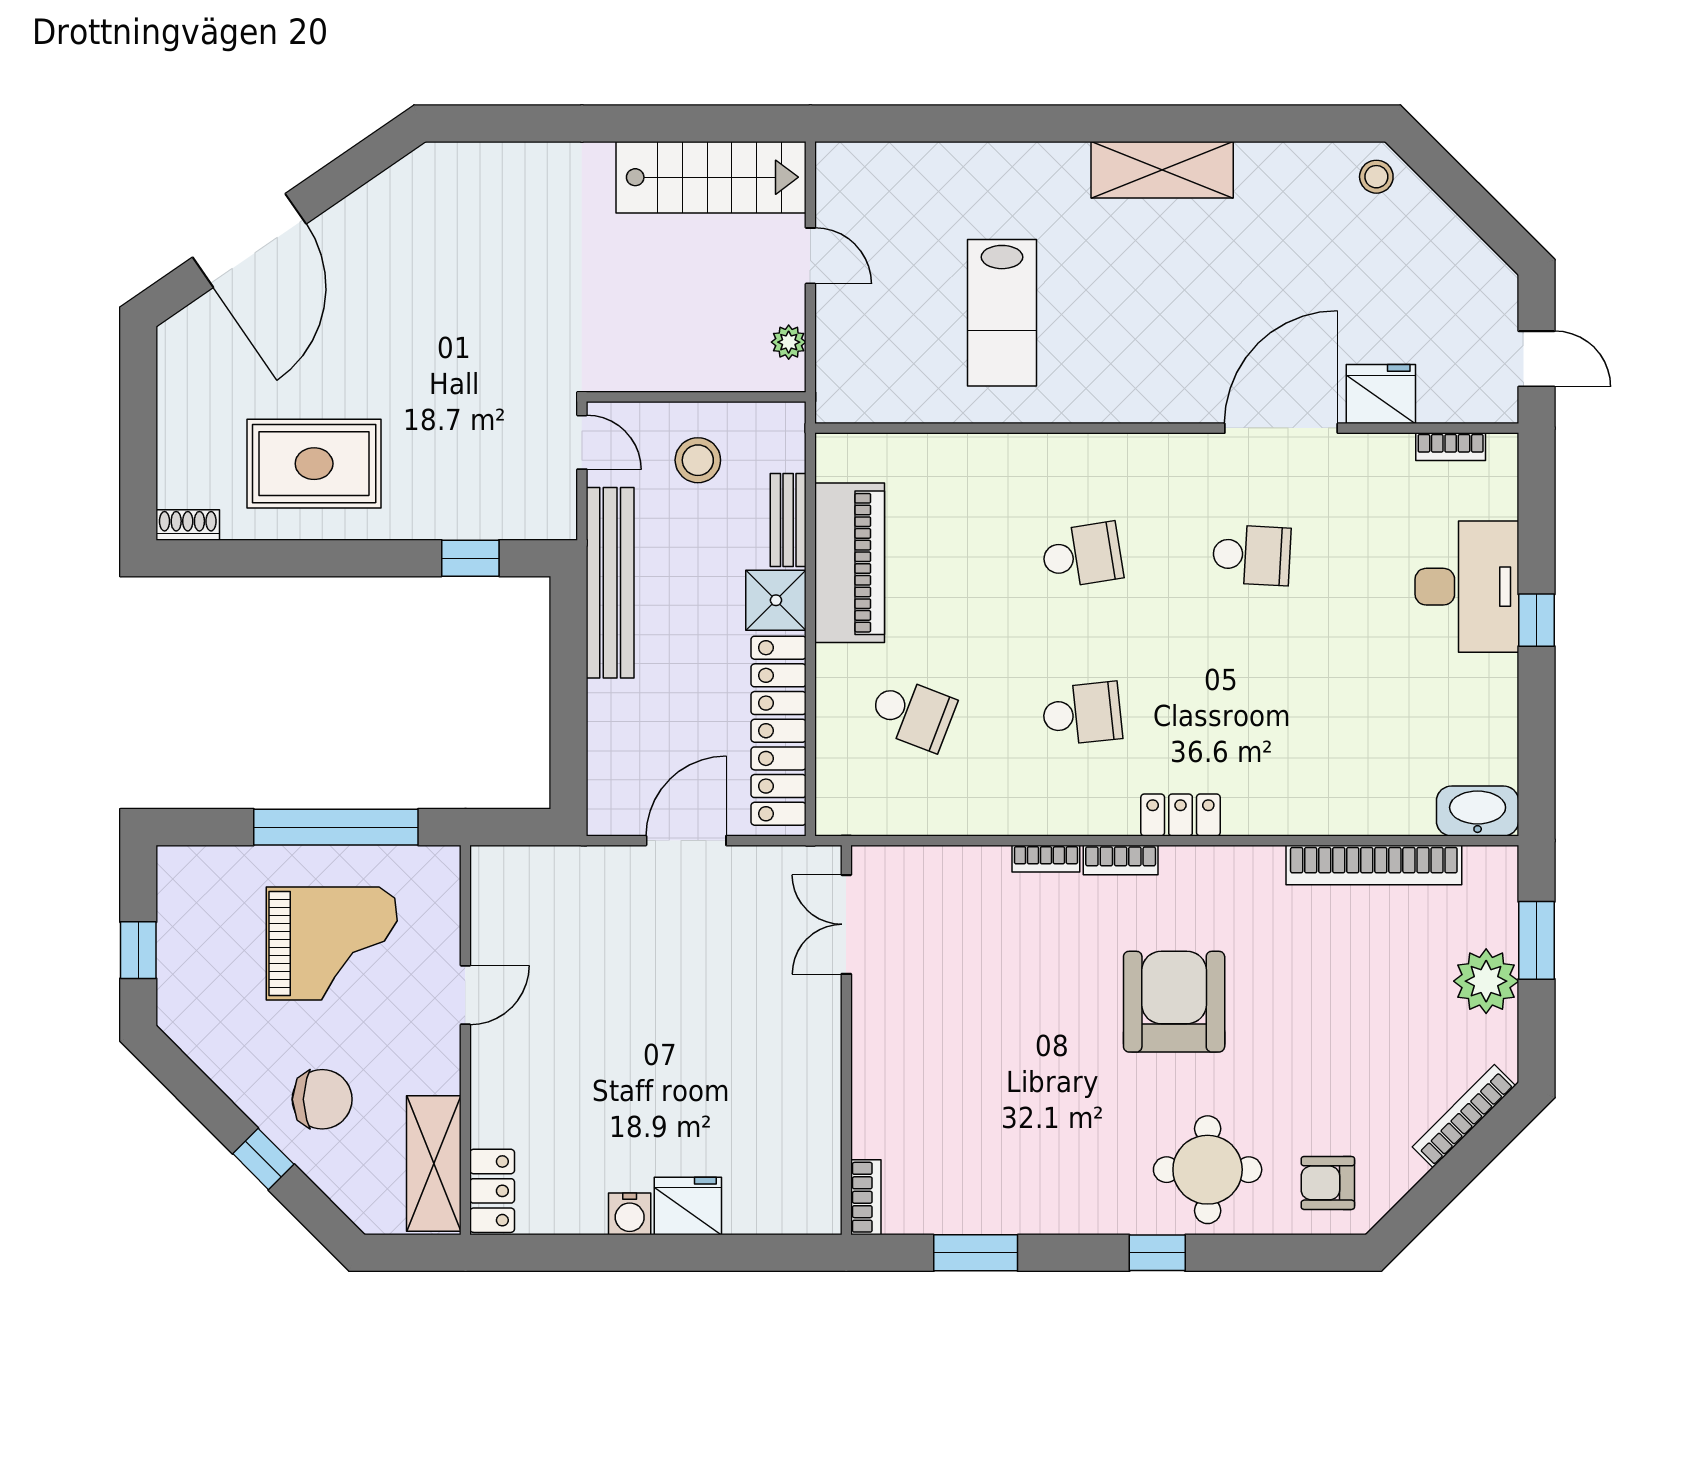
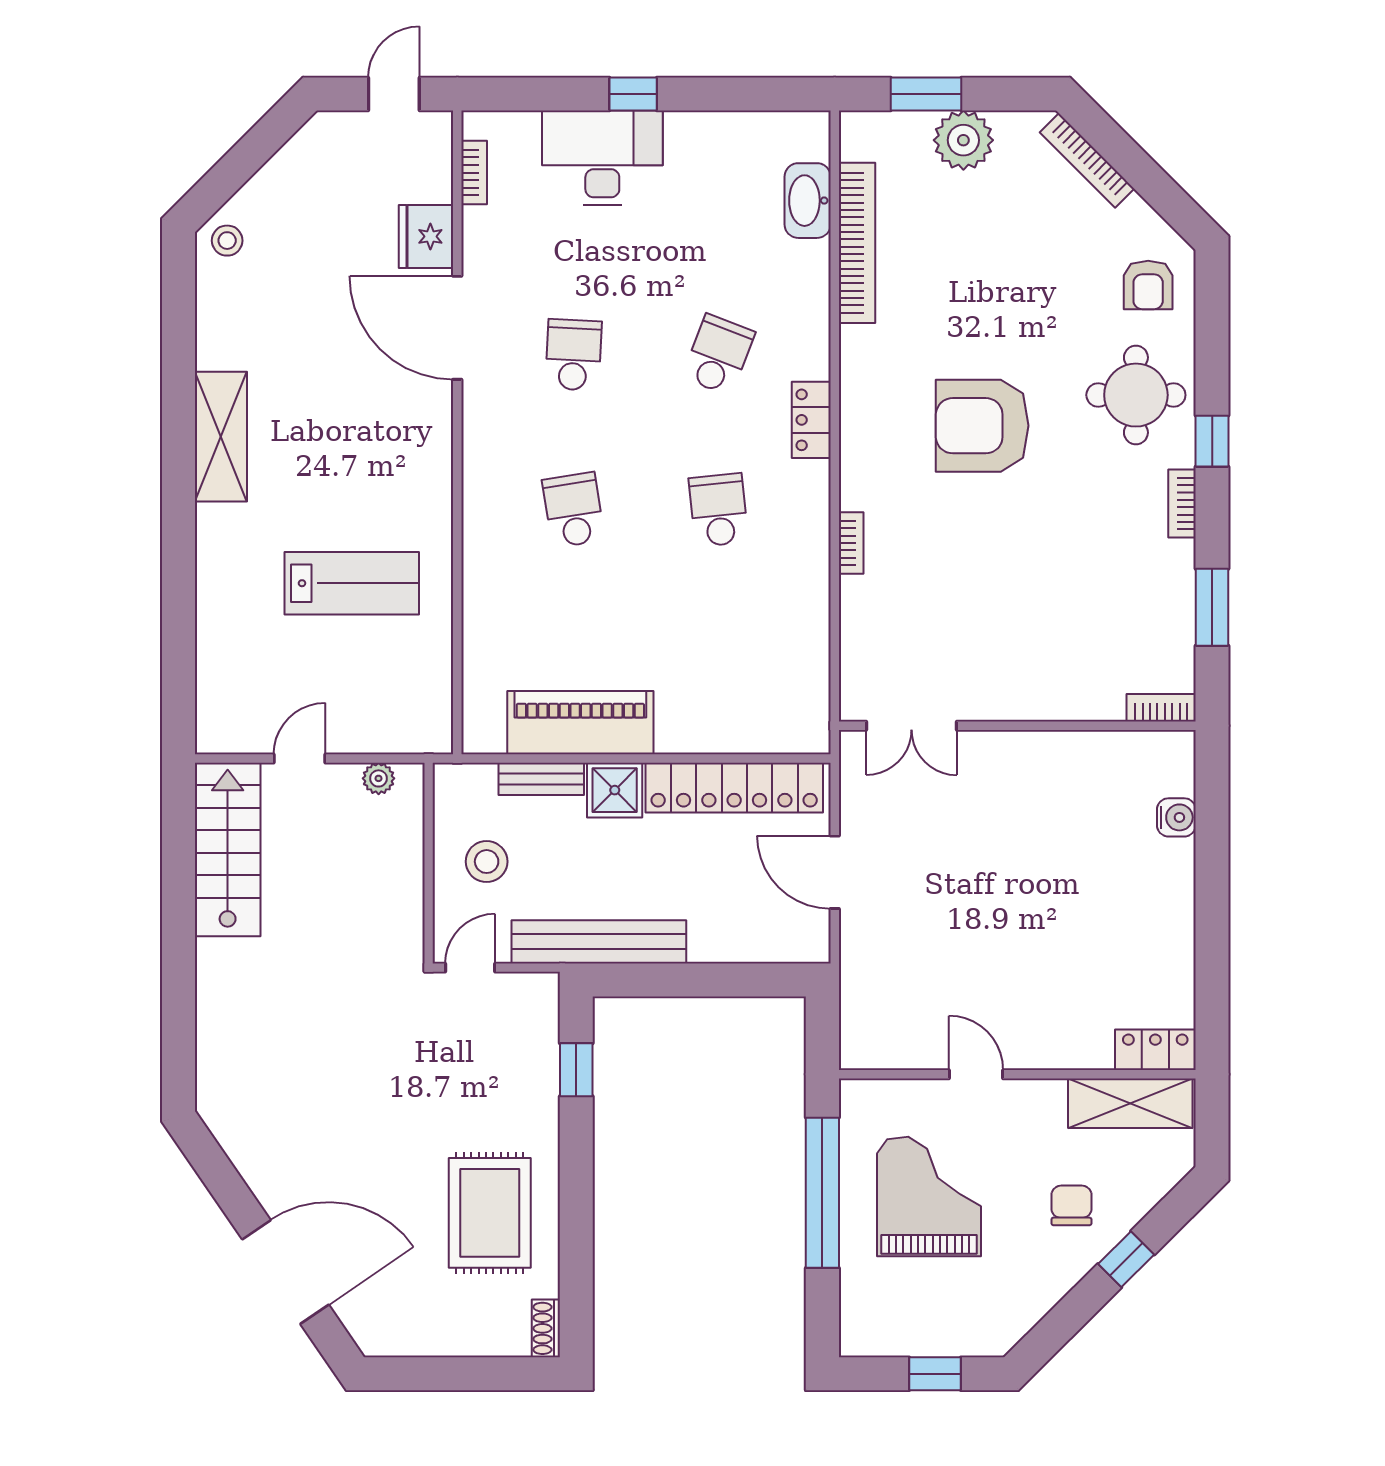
school desk: (912, 714) -> (719, 355), moved
washbasin: (1478, 811) -> (808, 201), moved
bookcase: (1121, 860) -> (1182, 504), moved, turned 180
chair: (322, 1099) -> (1071, 1205), width x0.73, depth x0.73
fridge: (688, 1206) -> (1169, 871), removed
water cooler: (630, 1214) -> (1176, 817), moved

